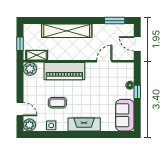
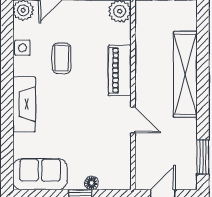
shelving: (37, 55) -> (143, 23), removed
door: (104, 61) -> (133, 120), moved
piano: (64, 71) -> (120, 70), width x0.73, depth x0.75

